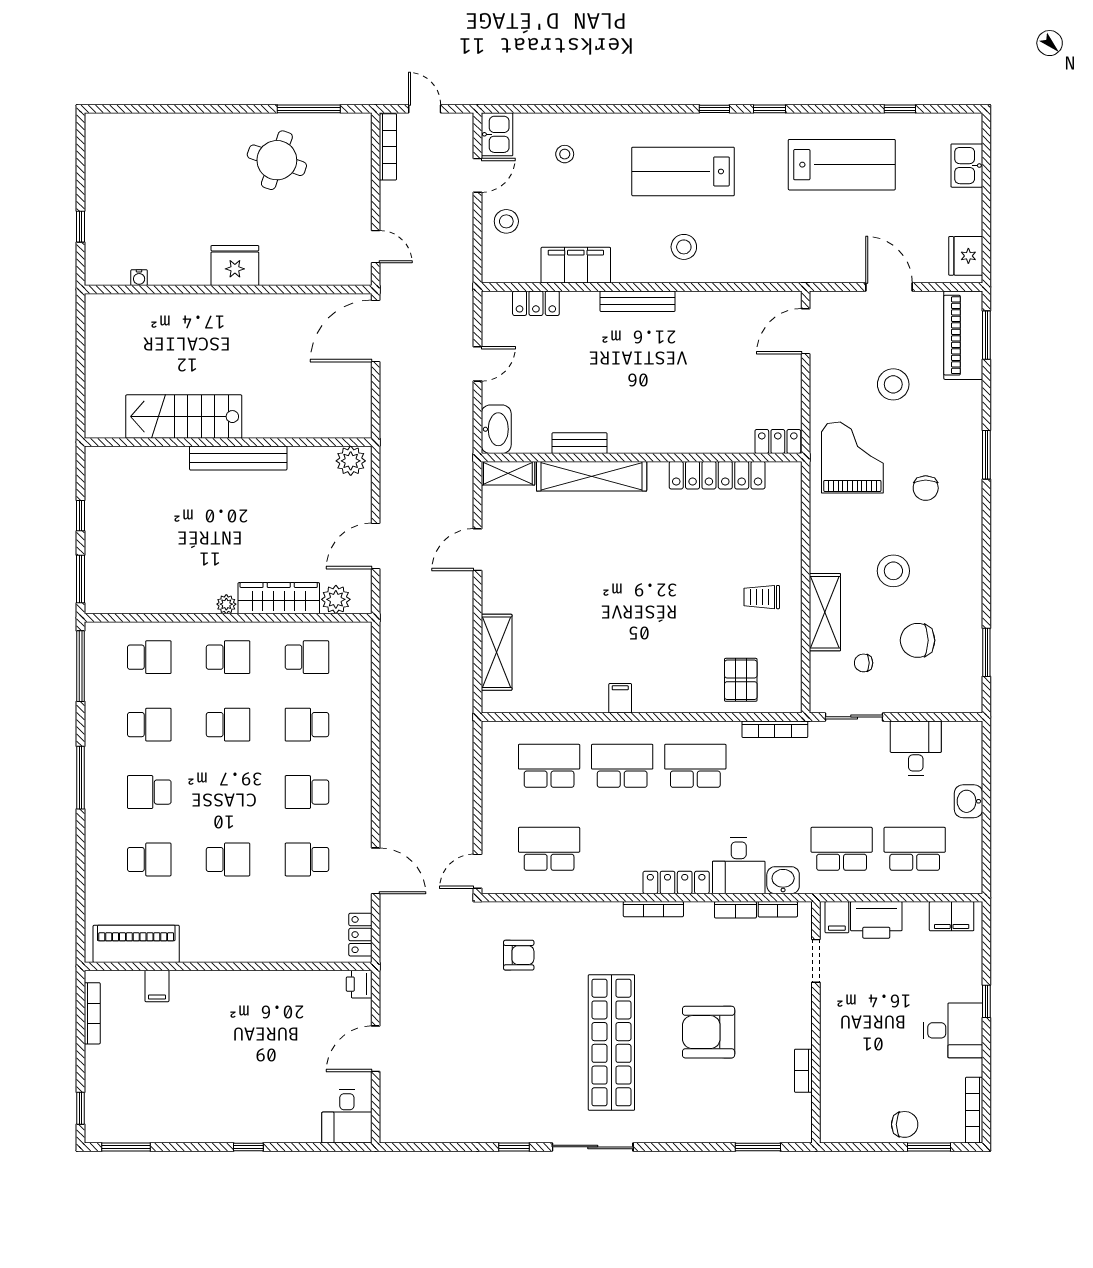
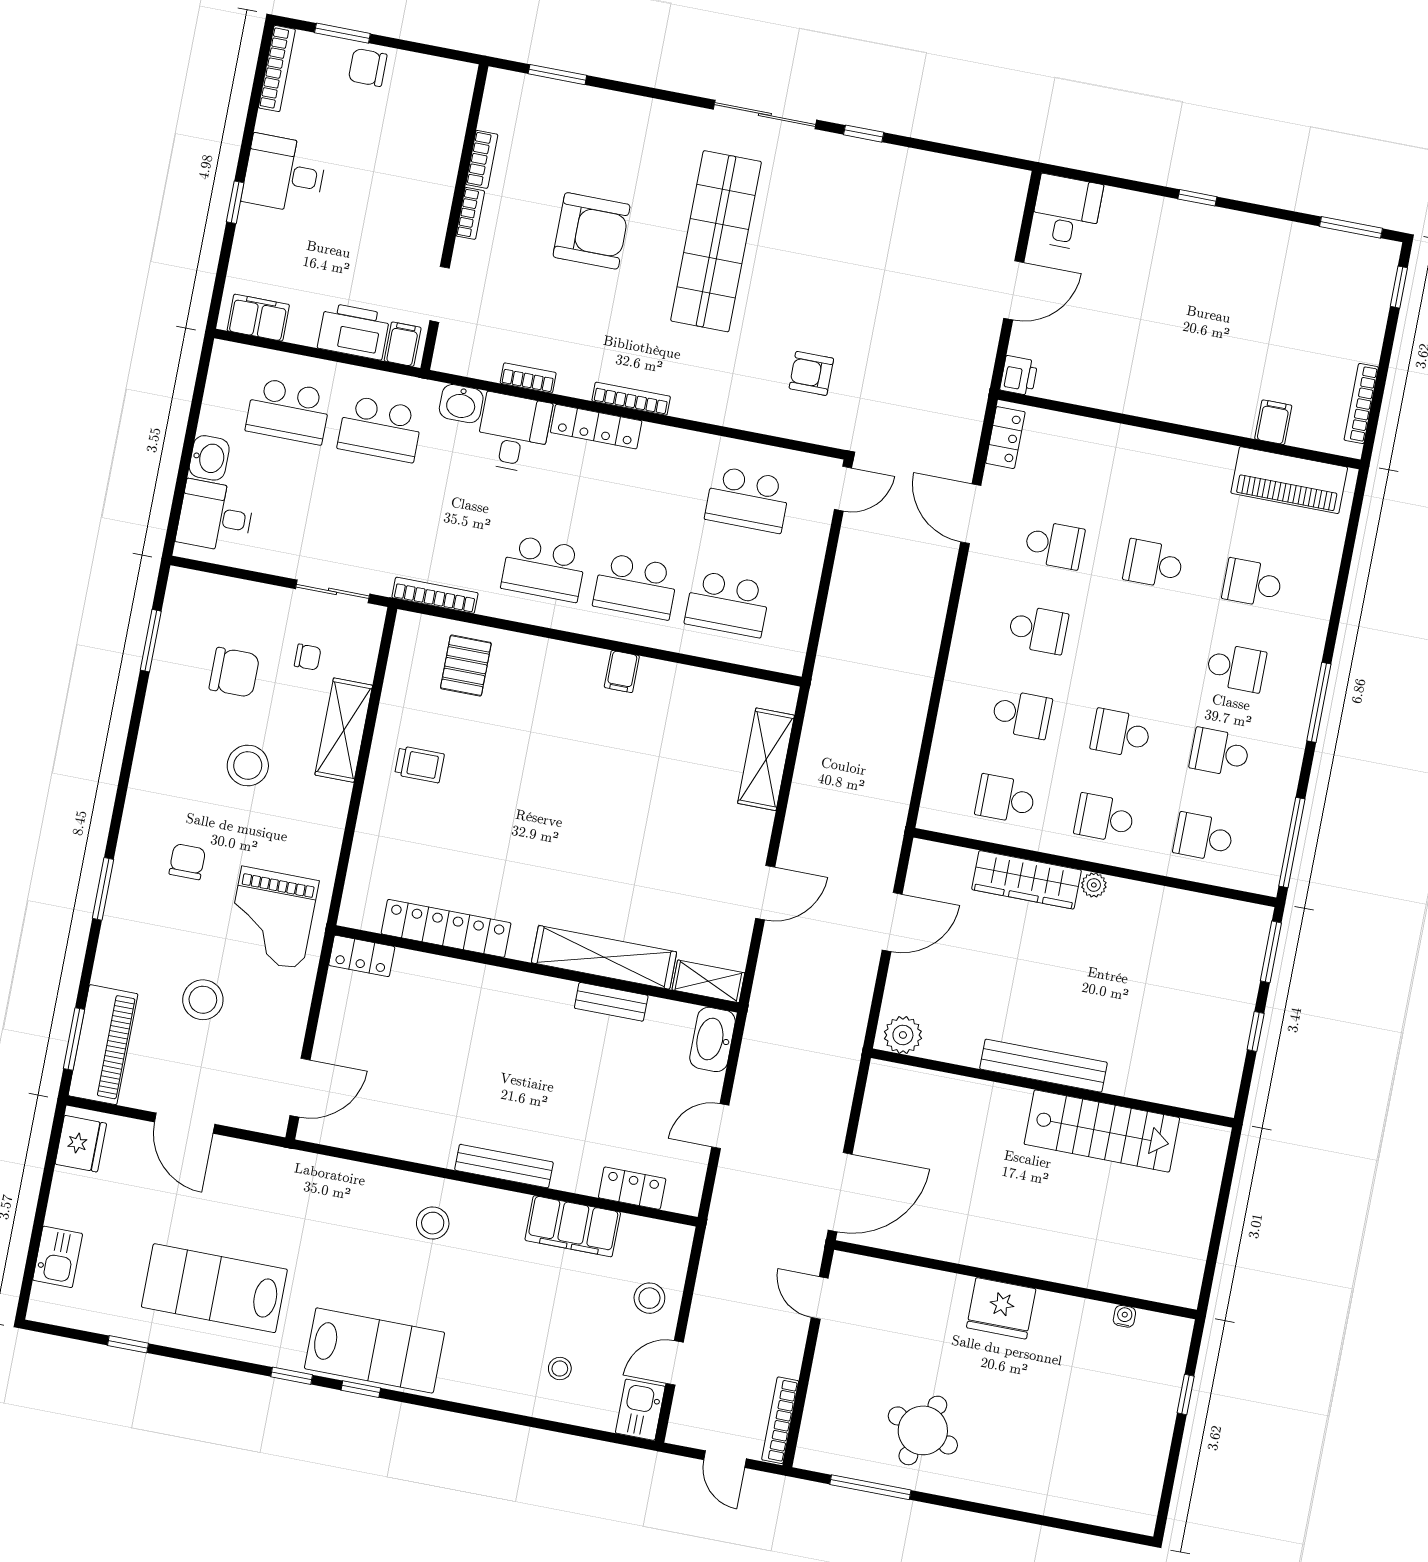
lab bench: (683, 171) -> (375, 1350), moved
plant: (336, 599) -> (955, 864), removed
desk: (916, 748) -> (215, 516), moved, turned 90
bookcase: (778, 909) -> (470, 213), moved, turned 90

